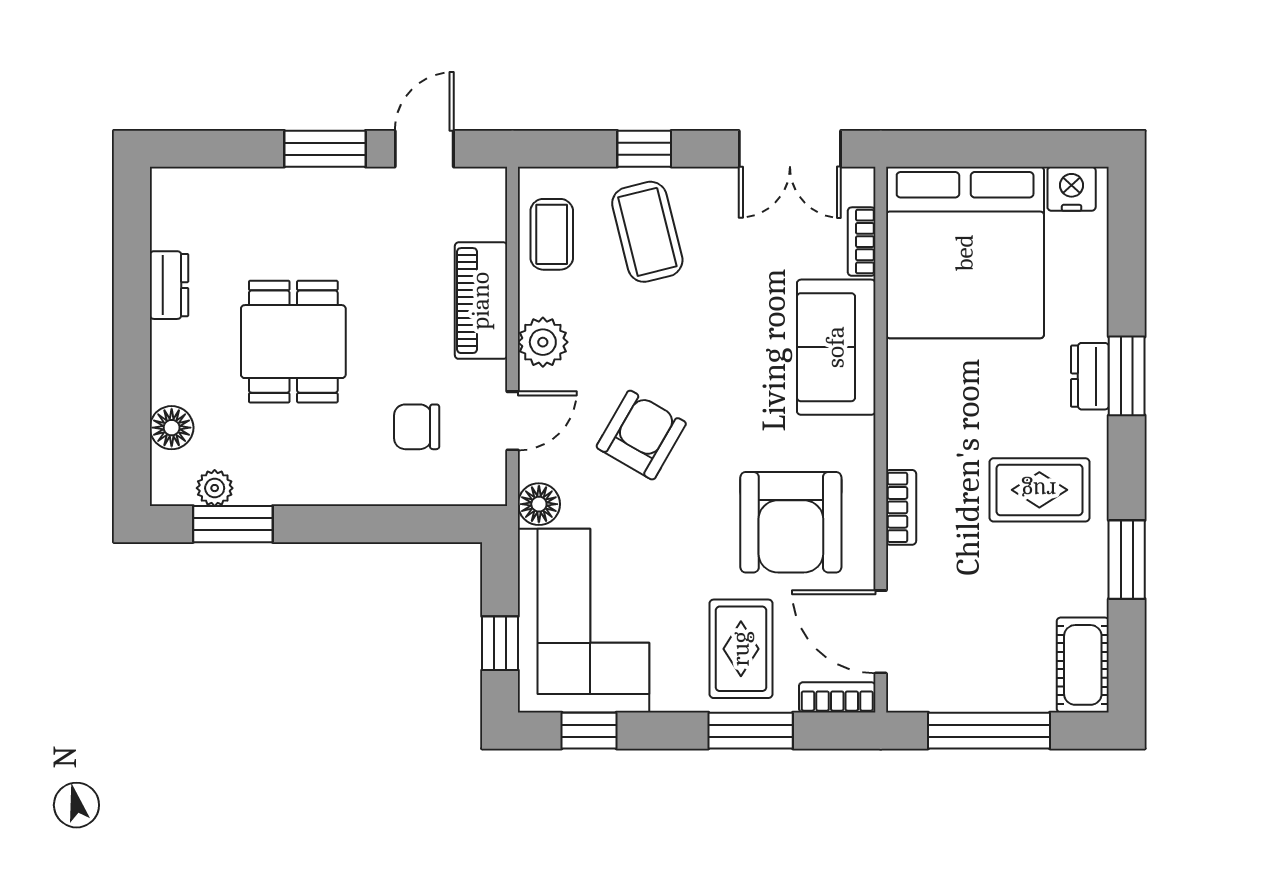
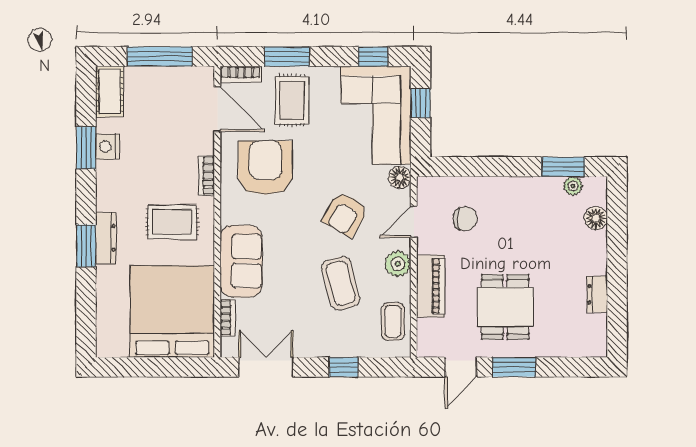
nightstand: (1072, 189) -> (107, 147), moved, turned 90
coffee table: (647, 232) -> (341, 283), moved
dining table: (293, 342) -> (505, 307), moved
dresser: (1090, 376) -> (106, 238), width x1.44
rug: (1039, 490) -> (172, 222), moved

